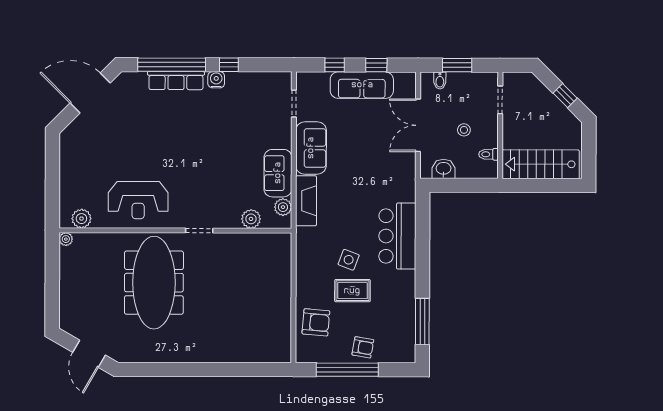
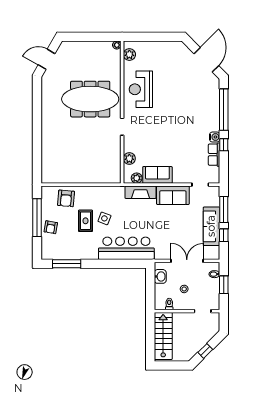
window: (335, 65) -> (224, 210), width x2.17
row of seats: (176, 81) -> (214, 155), moved, width x0.68
bar counter: (397, 236) -> (126, 248), width x1.36

